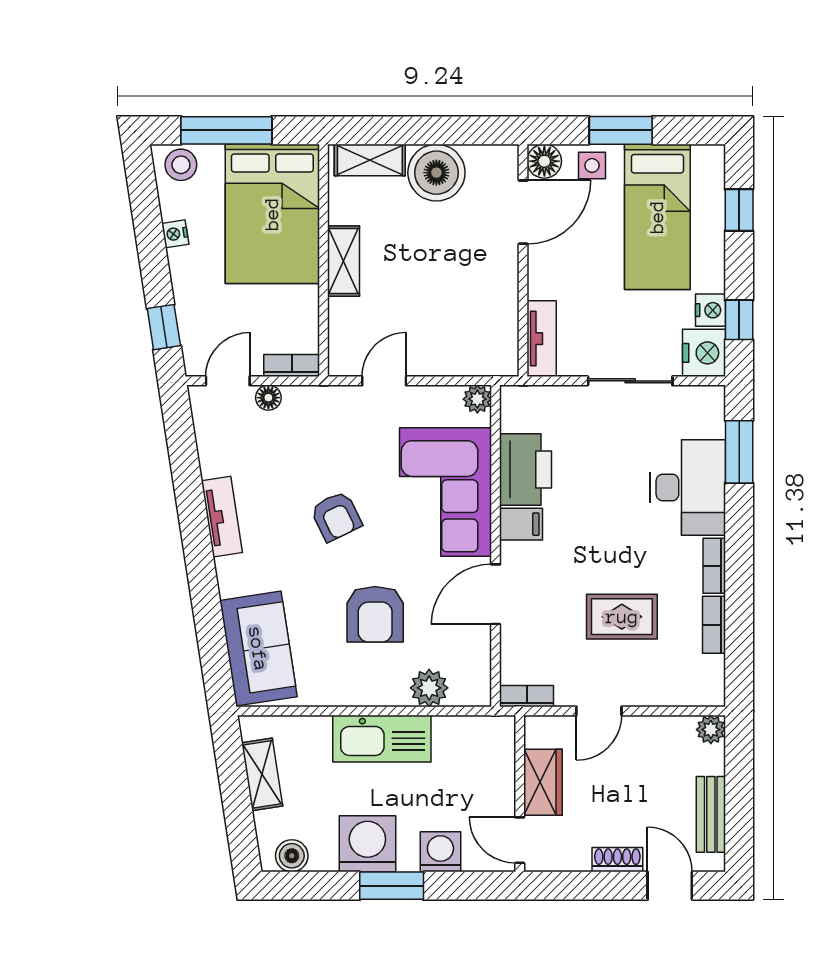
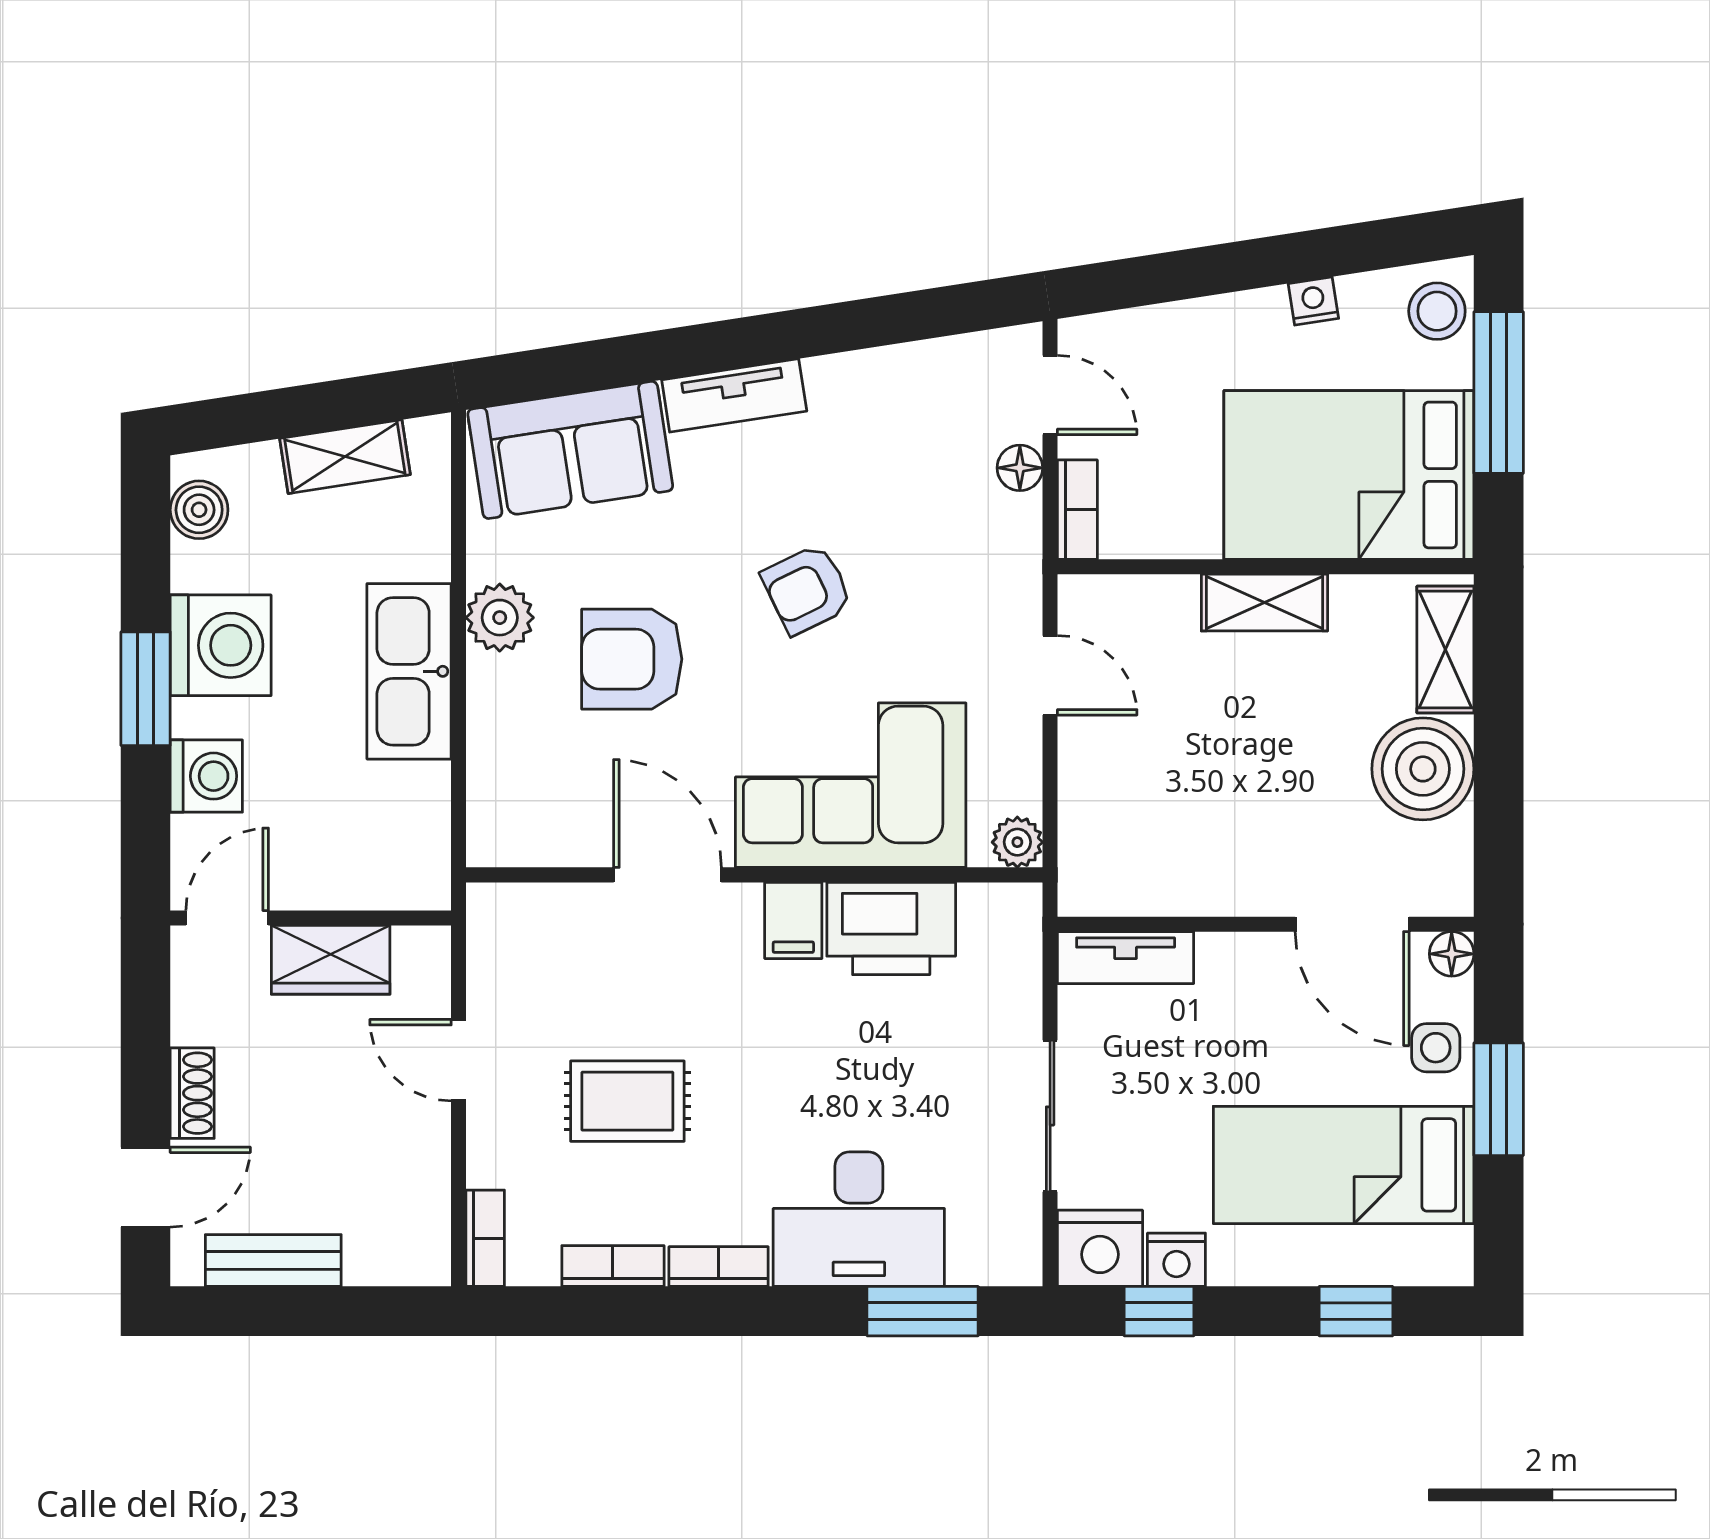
floor lamp: (544, 161) -> (1452, 954), width x0.73, depth x0.73
window: (164, 327) -> (1146, 280), removed
tv unit: (222, 517) -> (734, 395), moved
rug: (622, 617) -> (627, 1101), turned 90
plant: (429, 688) -> (500, 618), moved
bookcase: (527, 696) -> (485, 1238), moved
plant: (711, 730) -> (425, 1261), removed

